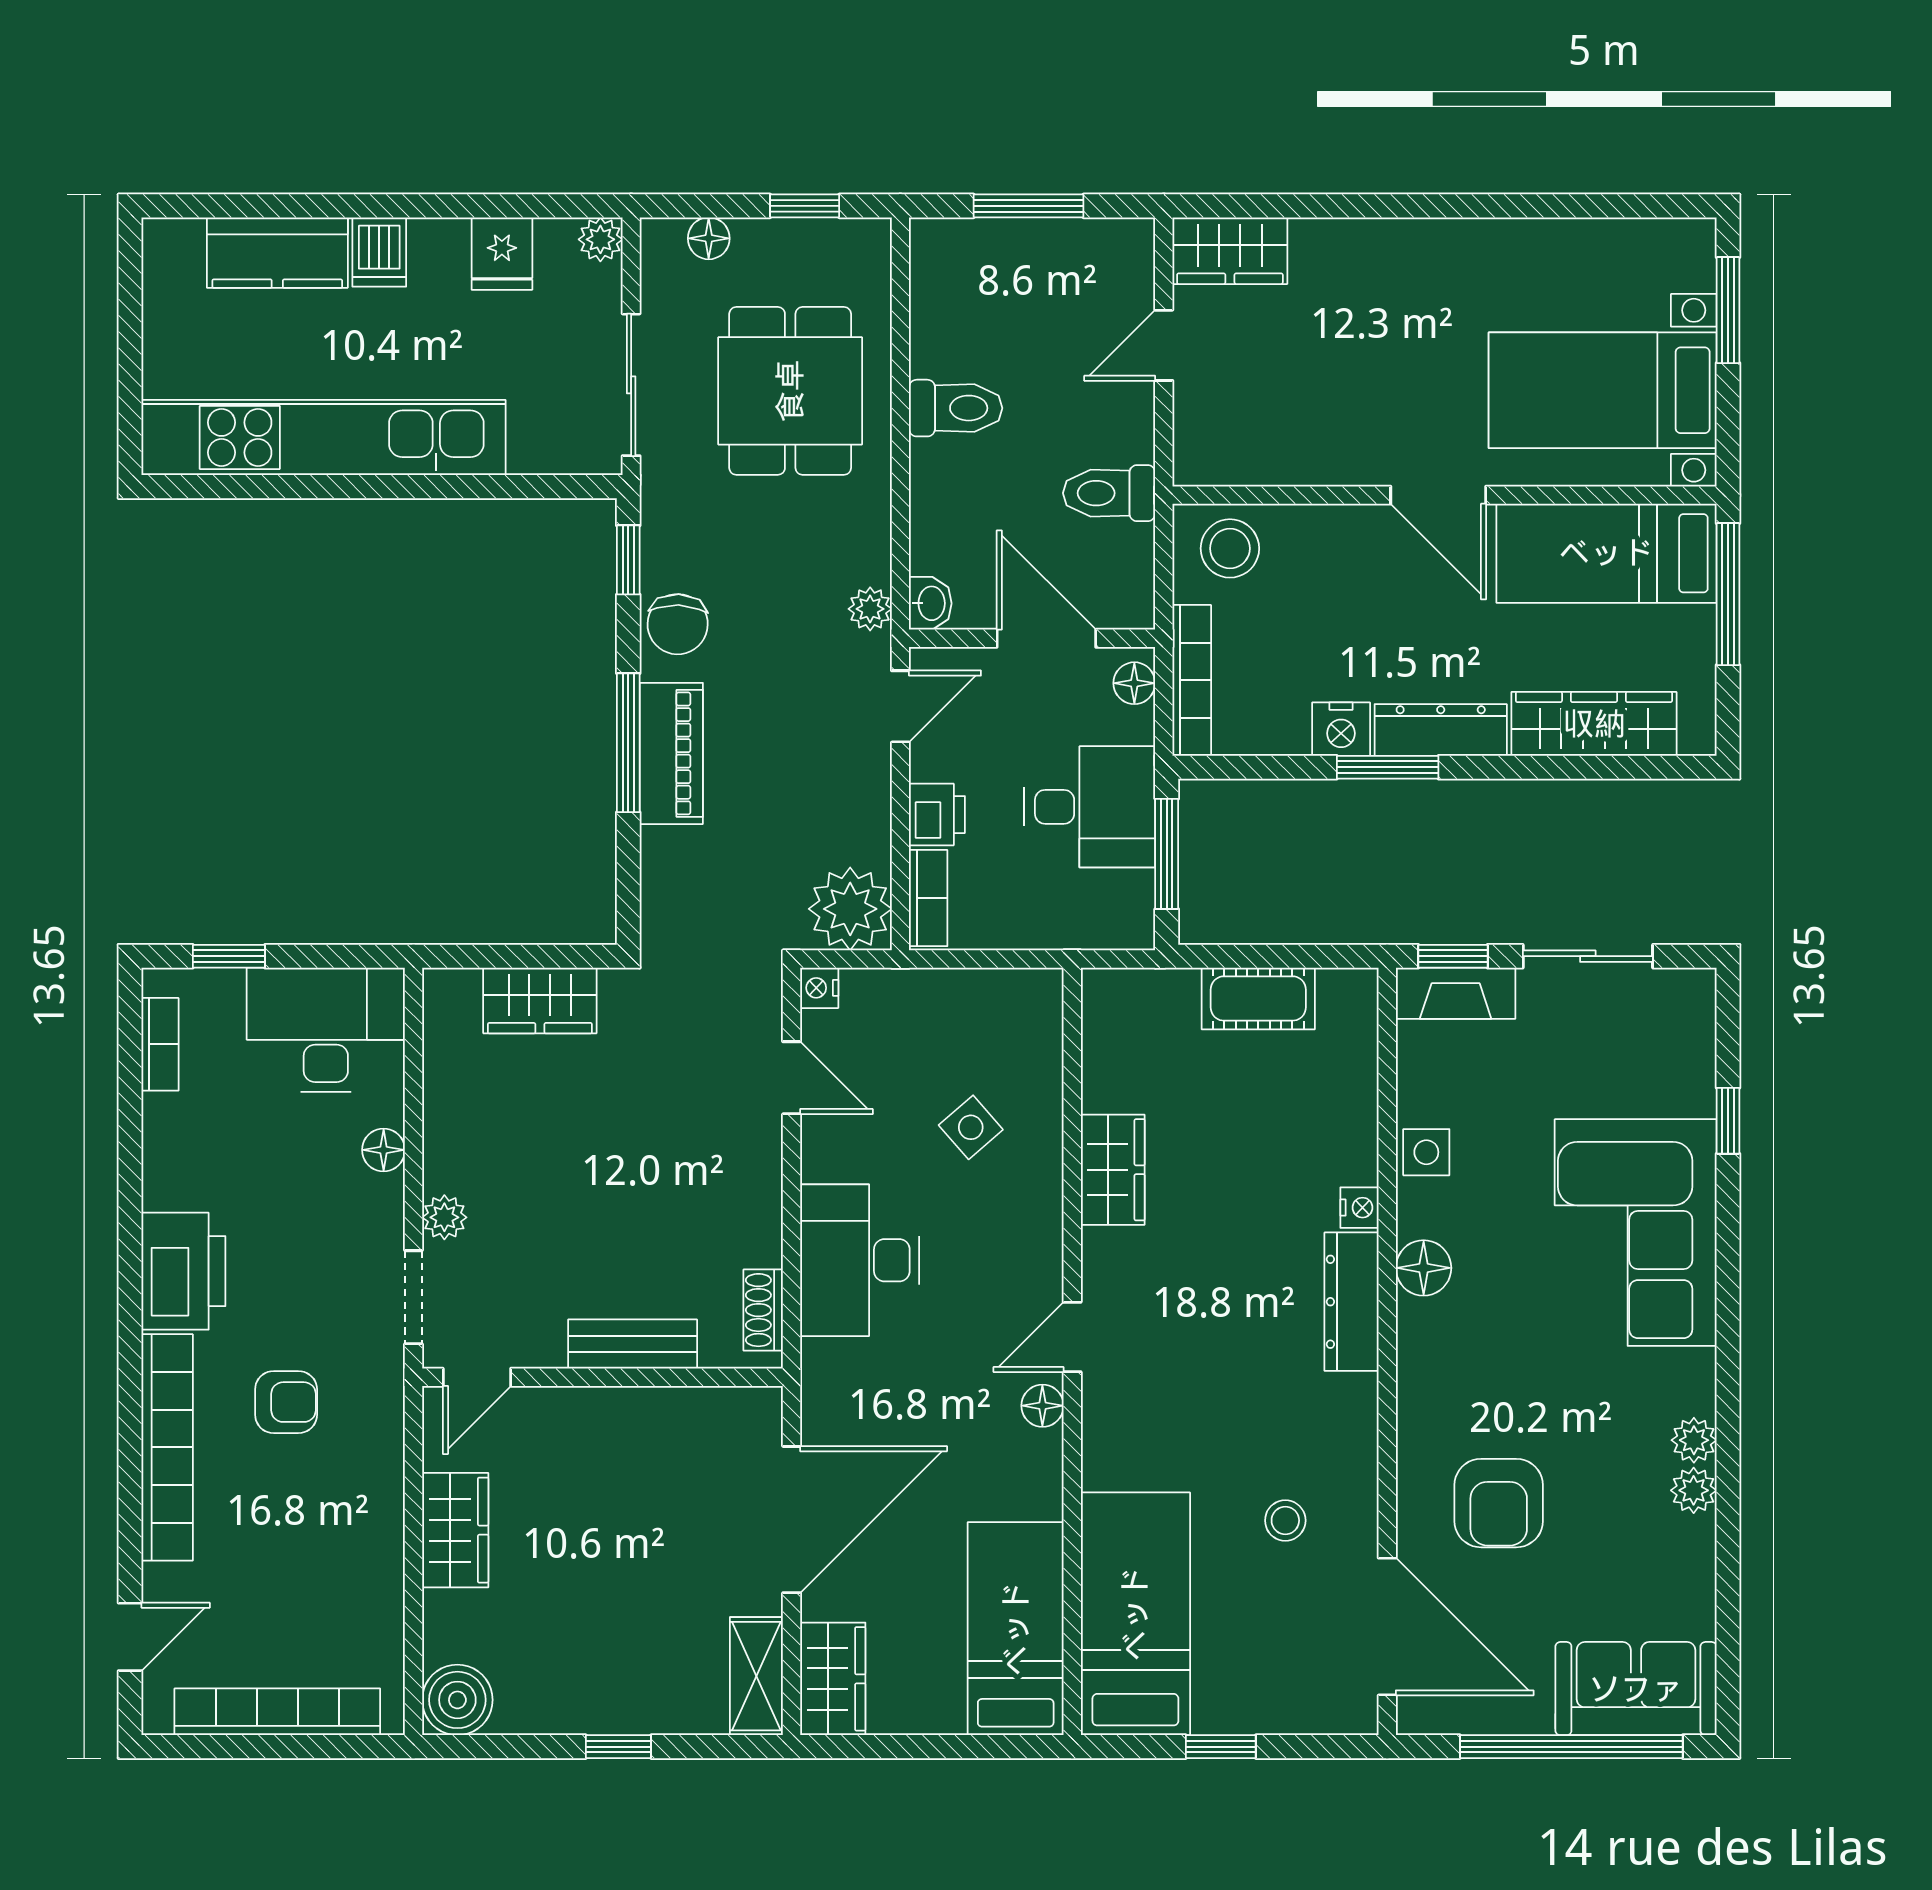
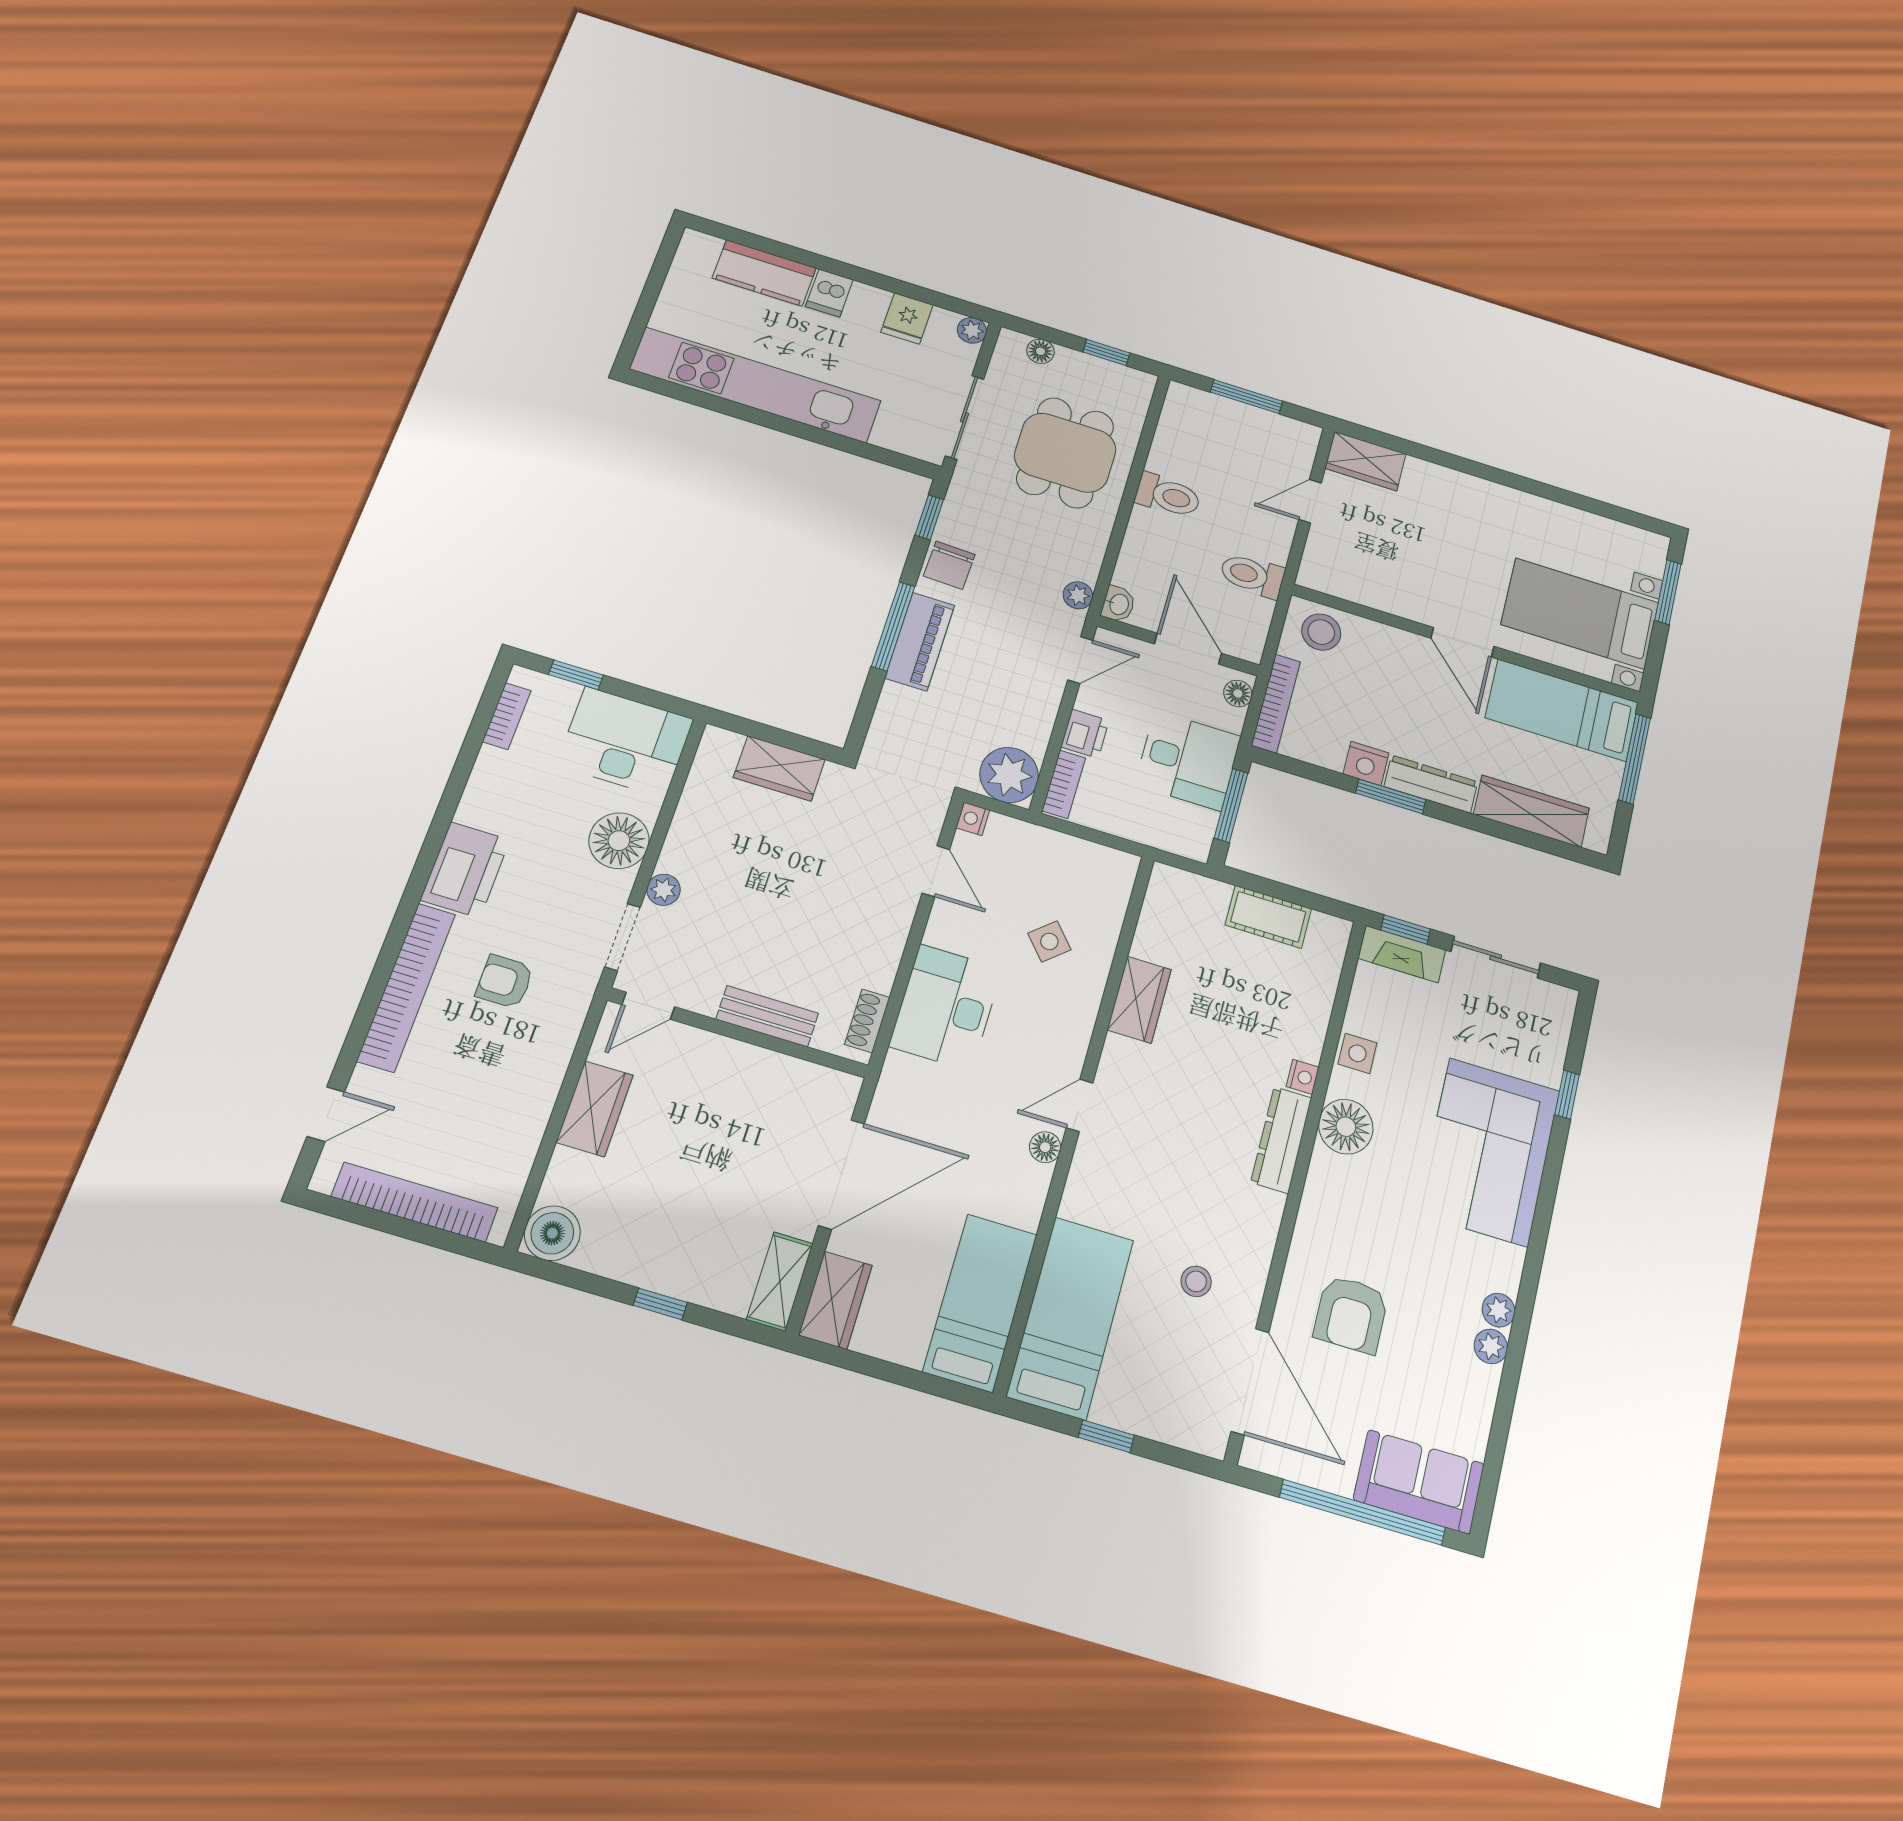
floor lamp: (384, 1150) -> (619, 841), width x1.89, depth x1.89
floor lamp: (1424, 1268) -> (1346, 1127), width x1.38, depth x1.38
armchair: (286, 1402) -> (505, 981), turned 180

